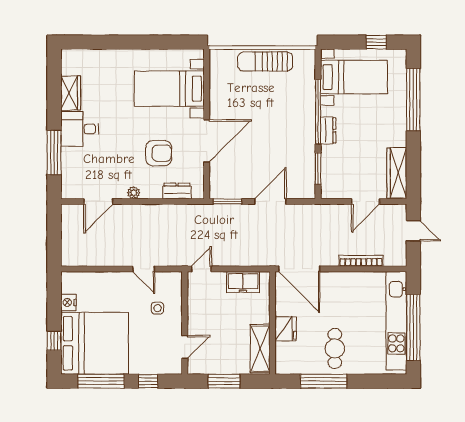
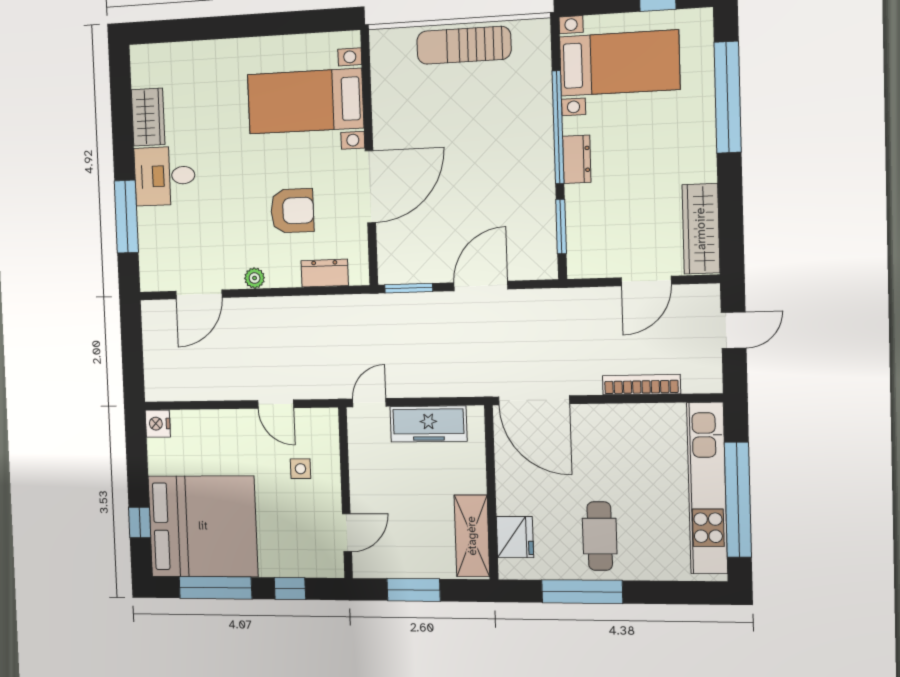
door: (413, 231) -> (734, 330), hinge flipped
freezer: (243, 282) -> (428, 424), width x1.40
nightstand: (68, 302) -> (158, 424), moved
fridge: (286, 329) -> (515, 537), moved

